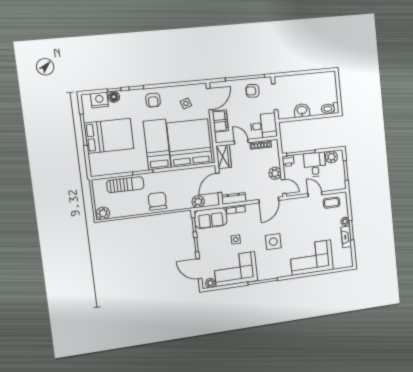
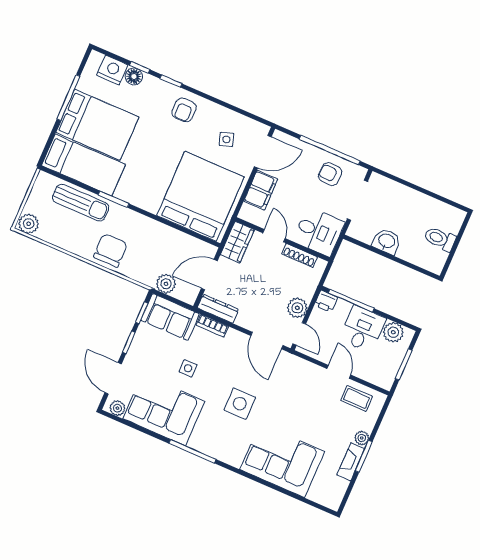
toilet: (330, 109) -> (440, 239), moved
bed: (157, 145) -> (83, 165), moved, turned 90
door: (269, 200) -> (267, 340), hinge flipped

